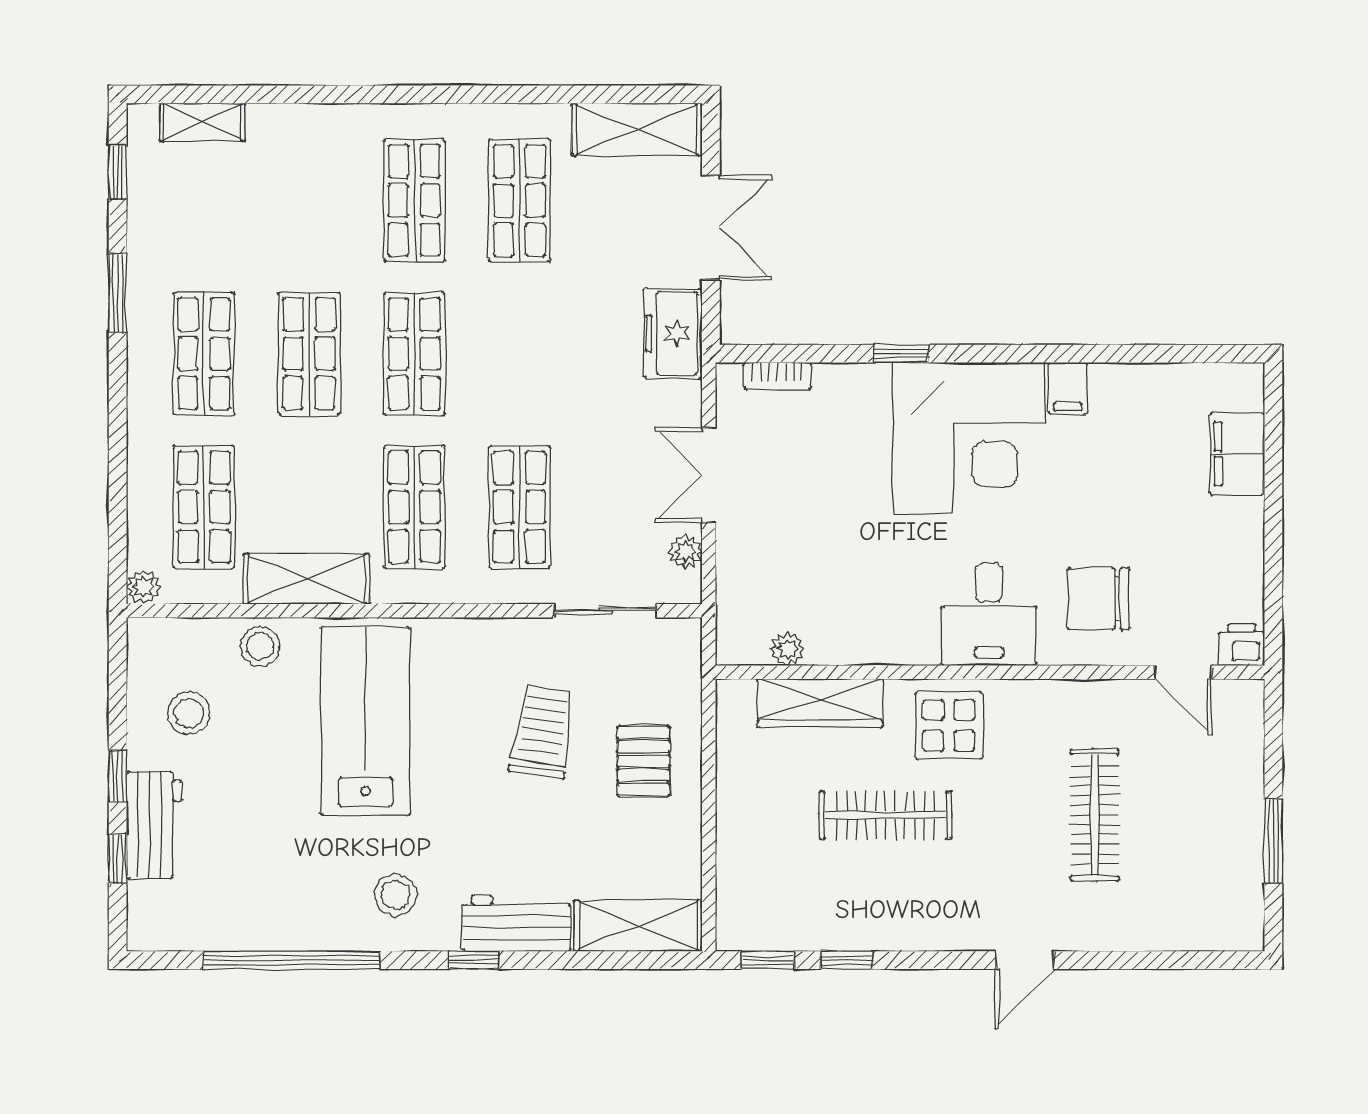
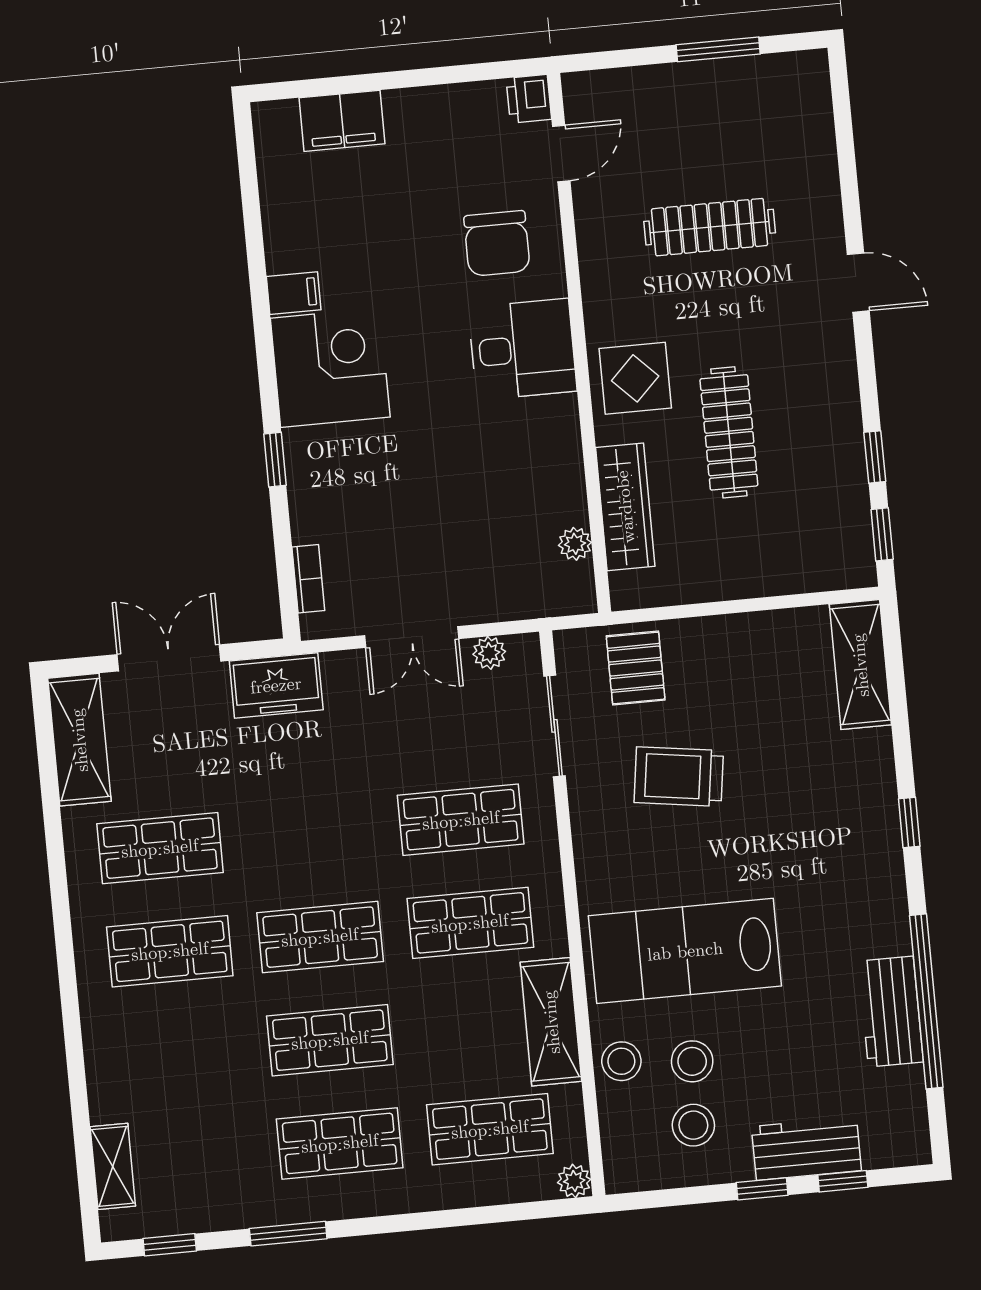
corner desk: (969, 438) -> (330, 368), width x0.74, depth x0.74
pallet: (644, 761) -> (636, 668), moved, turned 90
stool: (395, 895) -> (692, 1061), moved
workbench: (516, 923) -> (891, 1012), moved

